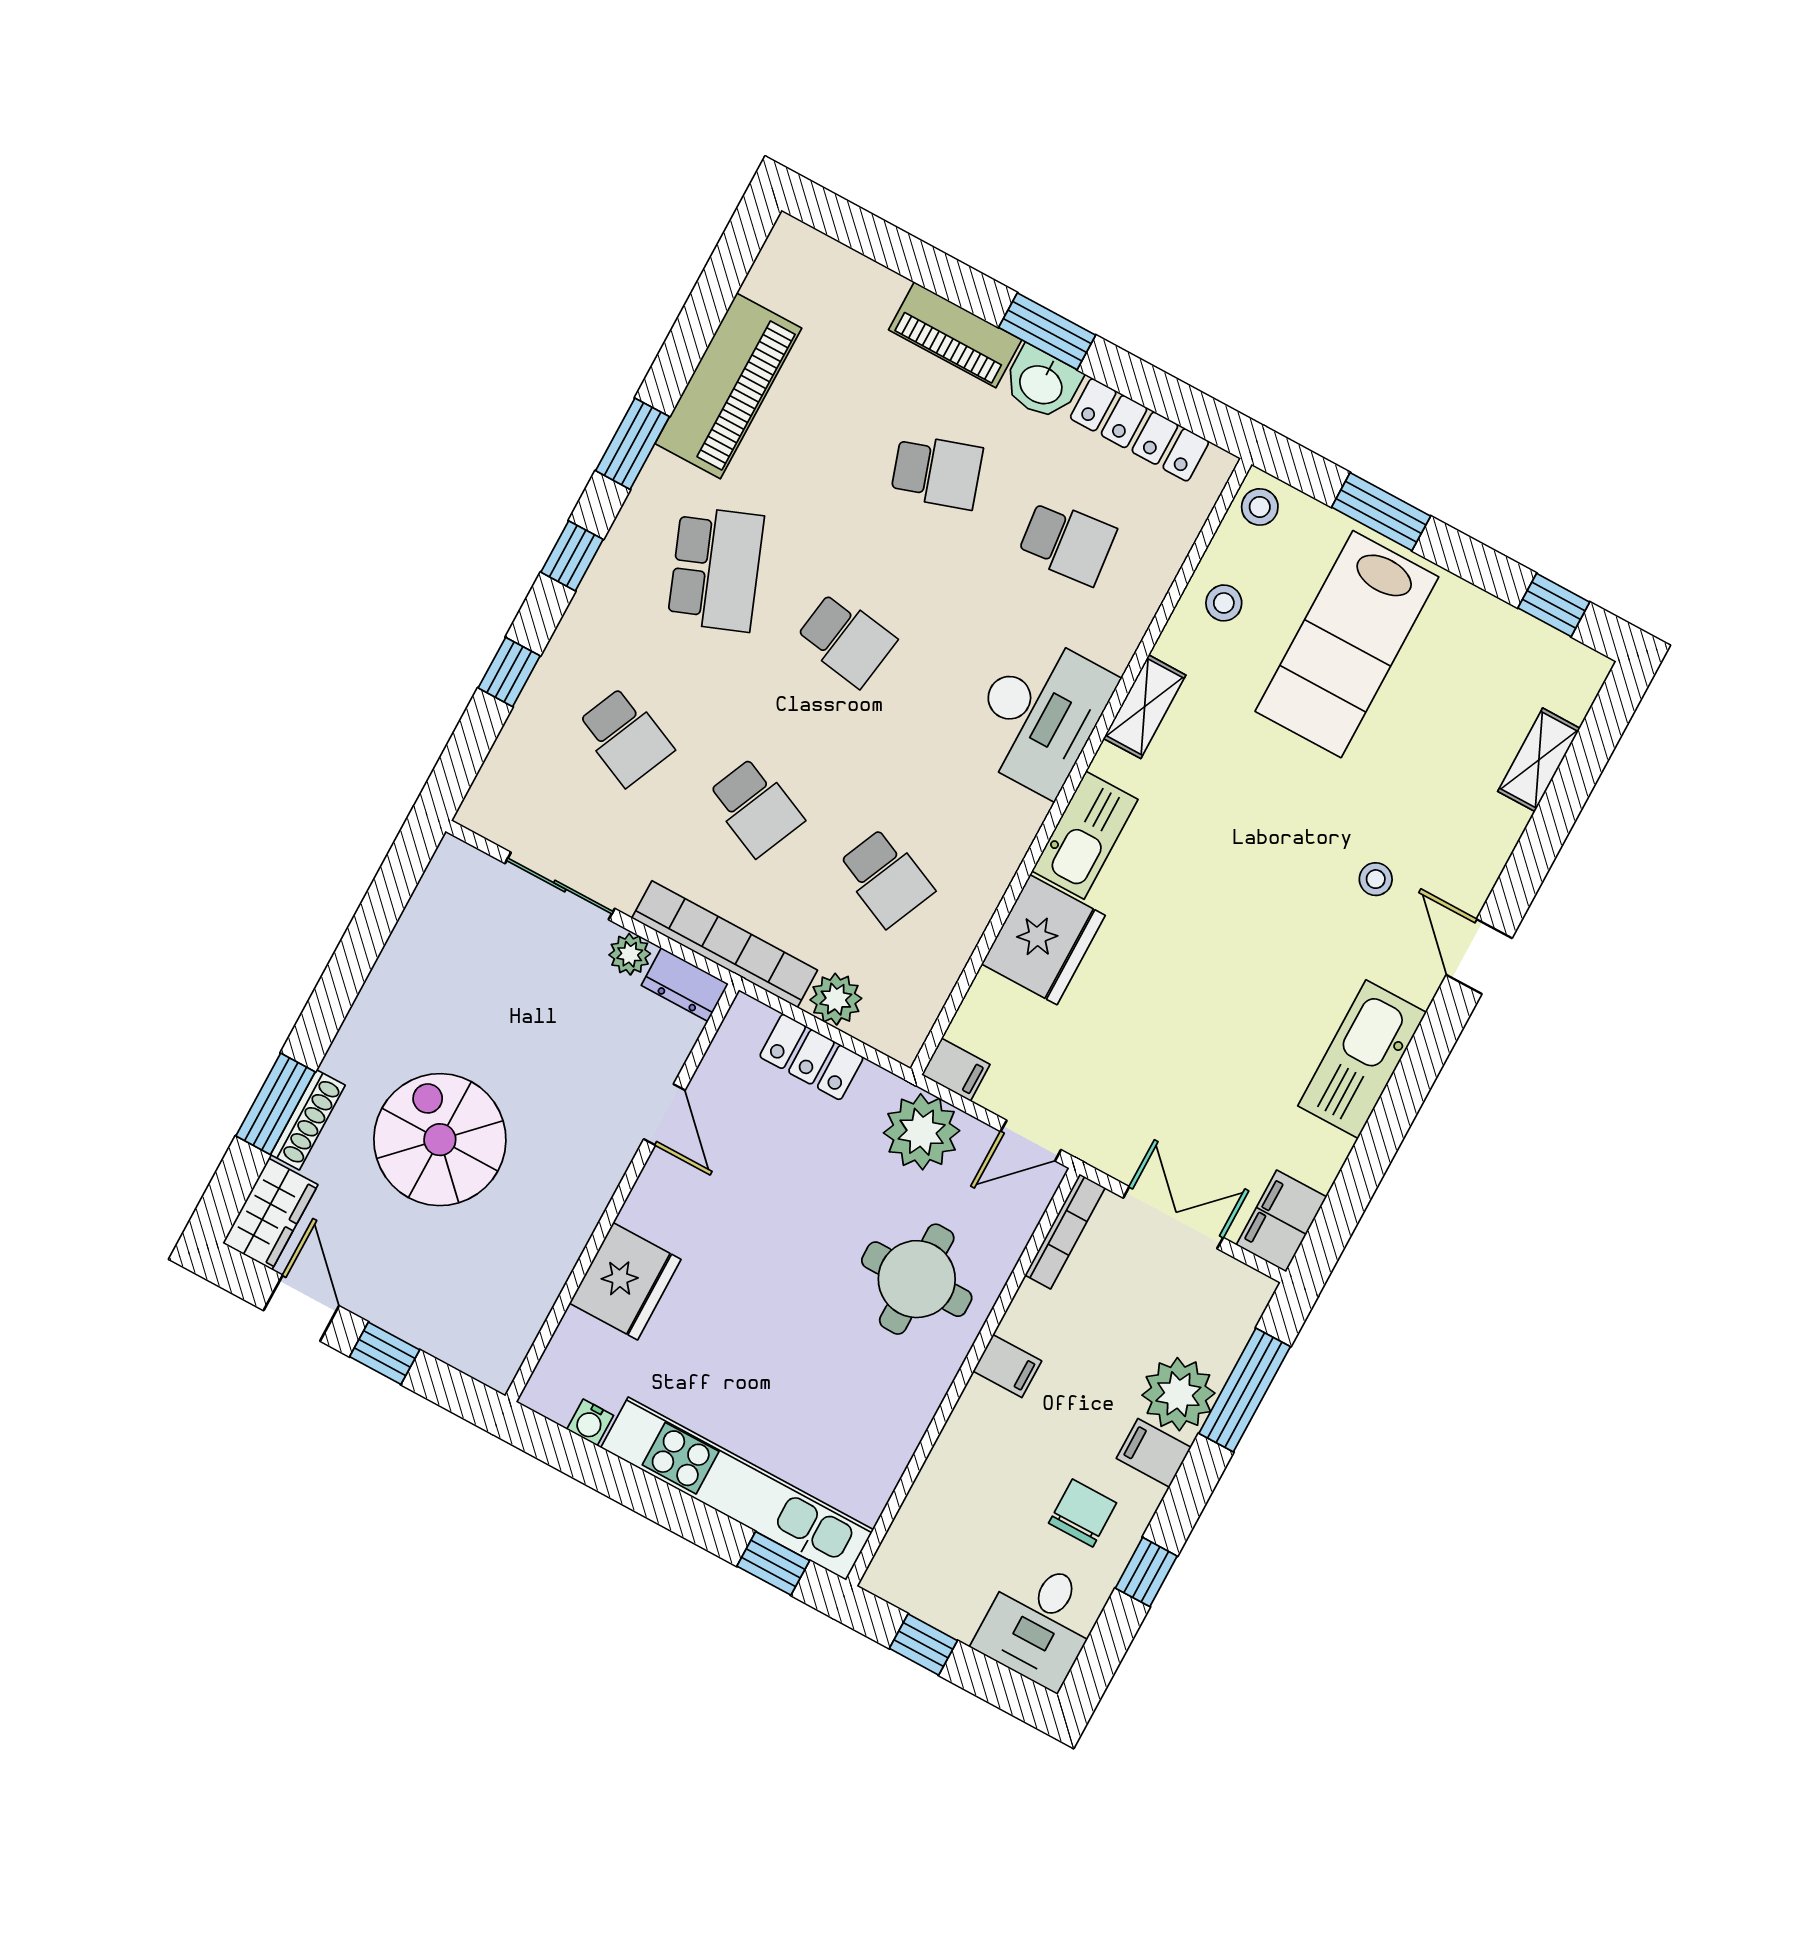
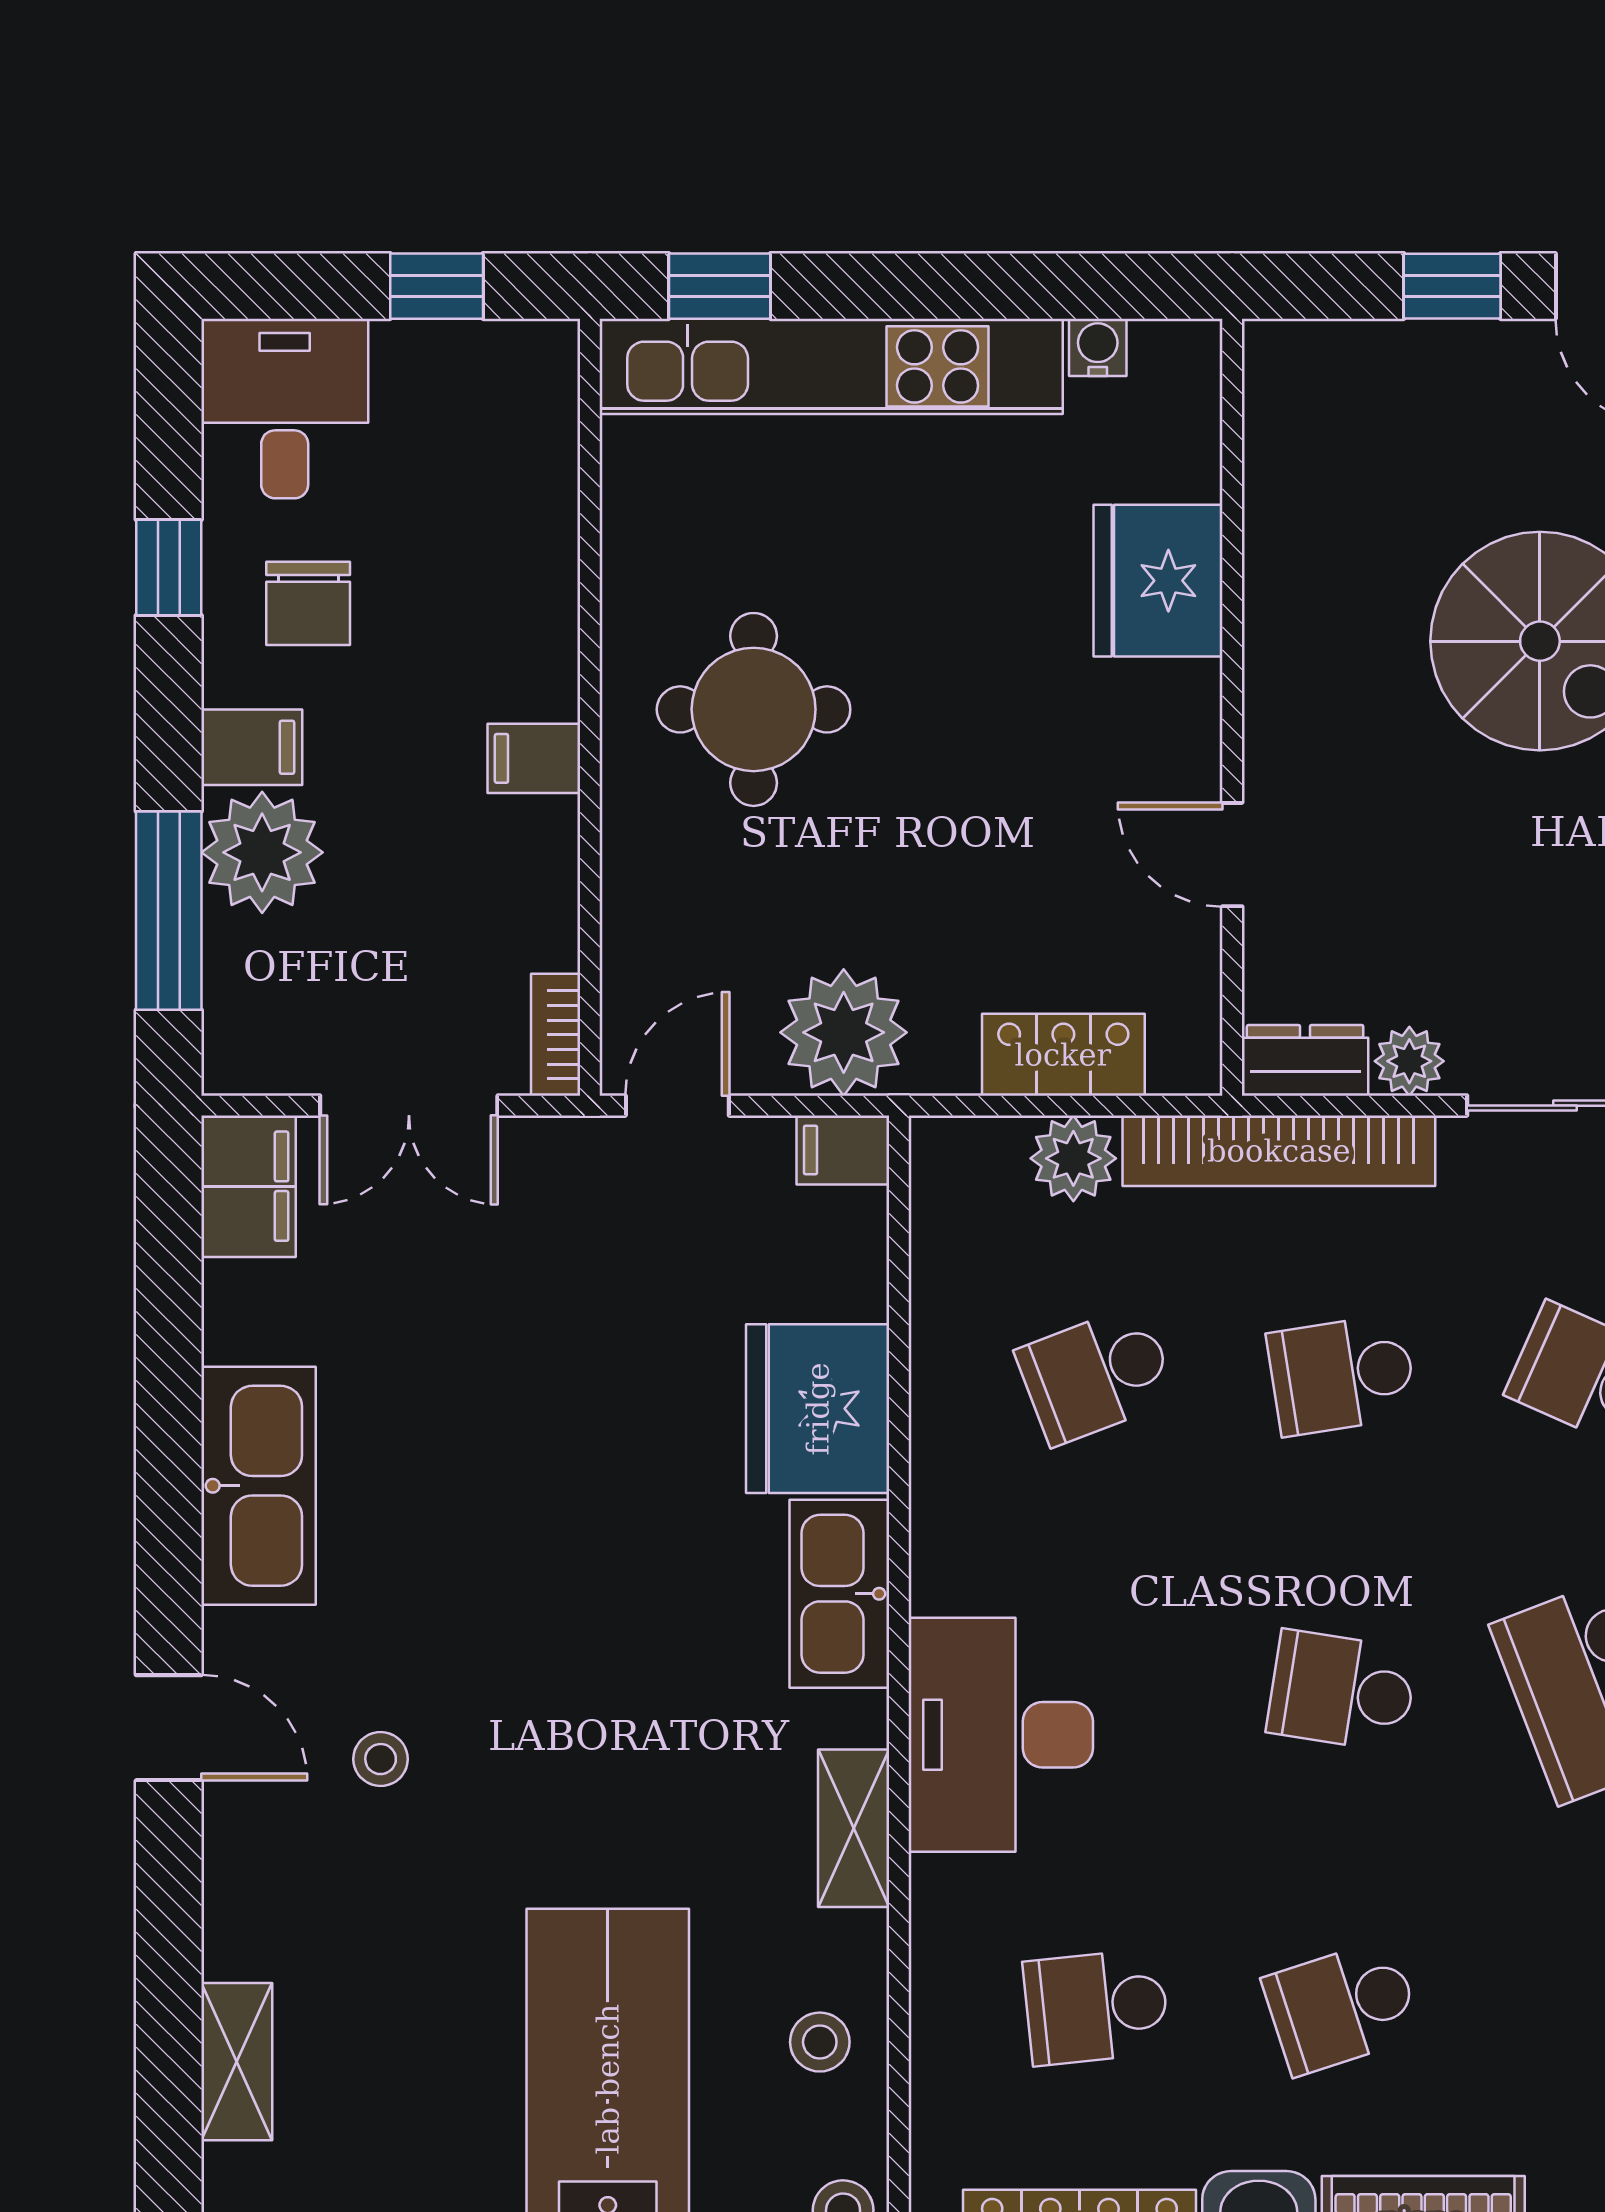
school desk: (755, 807) -> (1342, 1375), turned -33
school desk: (886, 878) -> (1096, 1375), turned -45
bookcase: (1065, 1231) -> (556, 1035), width x0.64
round table: (917, 1279) -> (754, 709), moved

